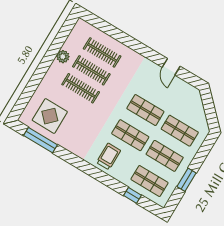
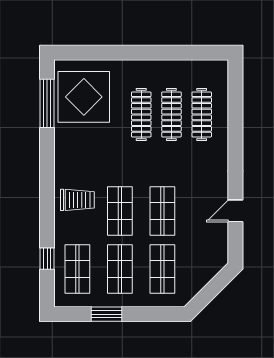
plant: (63, 57) -> (167, 69), removed
display table: (50, 116) -> (84, 97), width x1.36, depth x1.36

